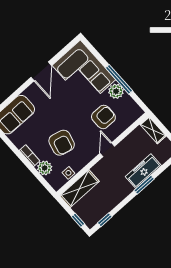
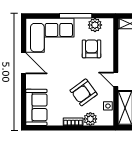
plant: (116, 91) -> (95, 25), moved
armchair: (62, 143) -> (84, 92), turned 130
door: (107, 150) -> (116, 79), moved

